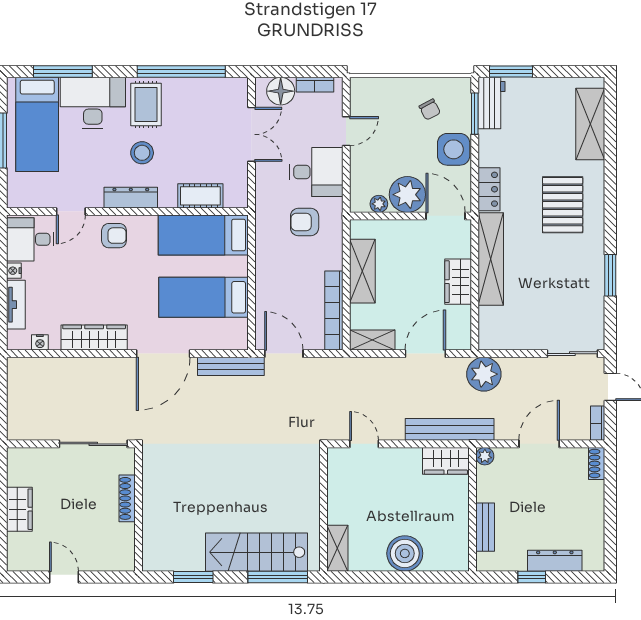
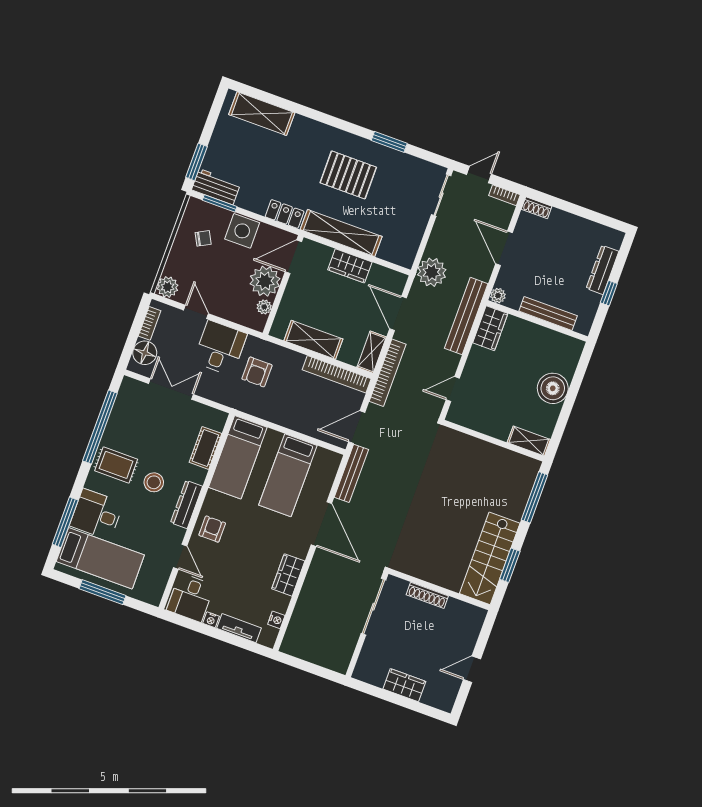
plant: (362, 90) -> (168, 287), added
desk: (93, 103) -> (97, 514), width x0.73
pallet: (563, 205) -> (348, 175), moved
wardrobe: (94, 337) -> (288, 575), width x0.67
bookcase: (356, 366) -> (388, 373), added
bench: (485, 527) -> (548, 313), width x1.36
stairs: (256, 552) -> (490, 558), moved

